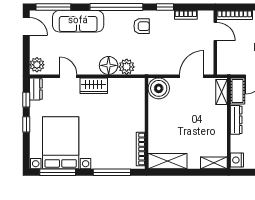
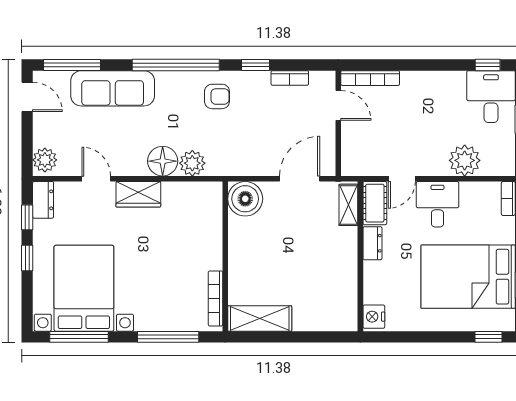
dresser: (236, 120) -> (372, 243), width x0.70
shelving: (214, 163) -> (336, 321), removed

